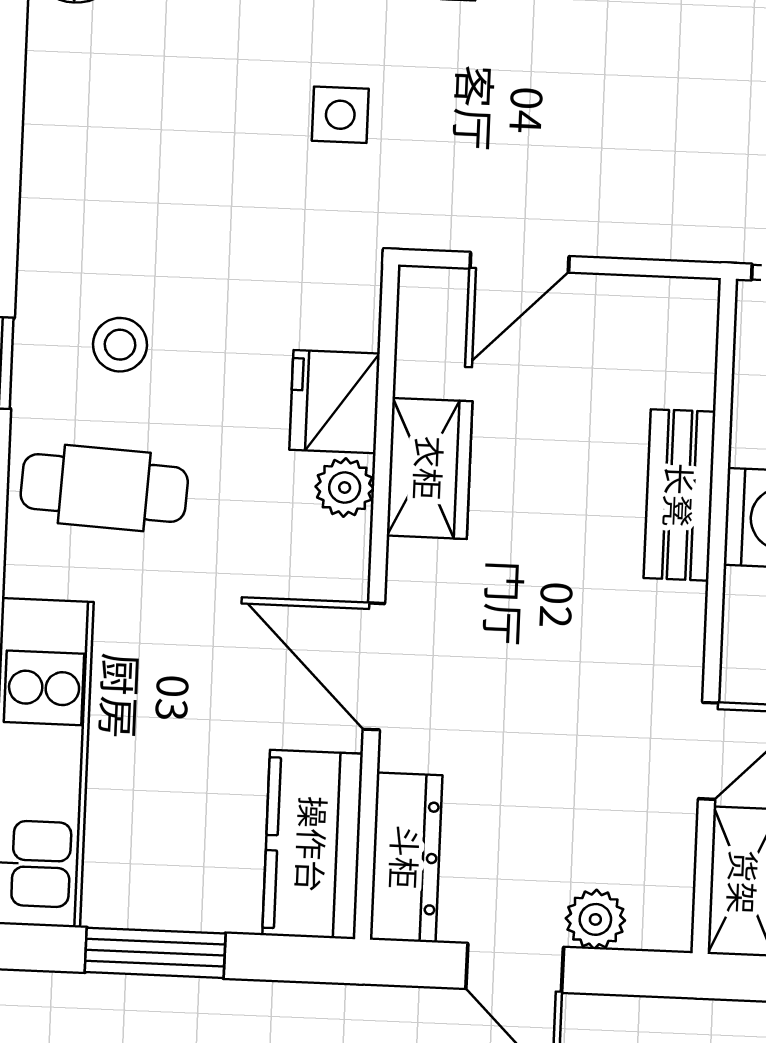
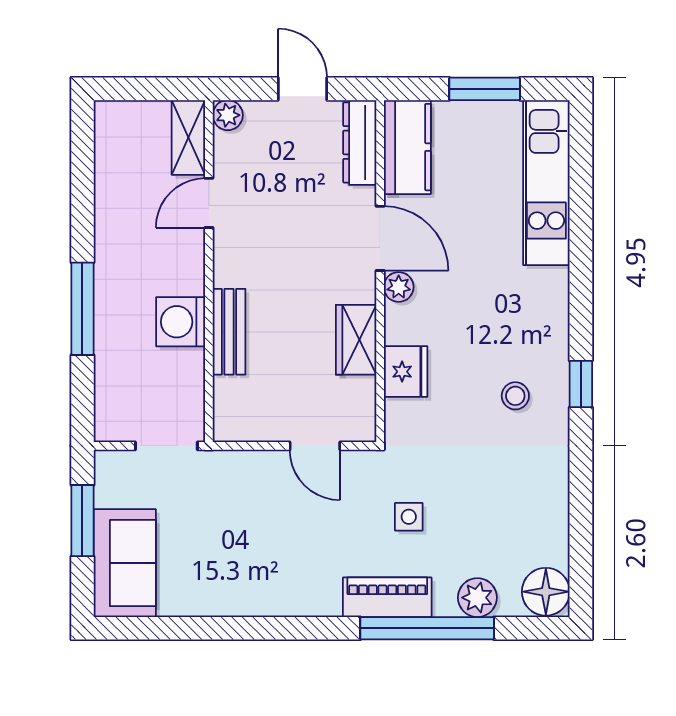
door: (520, 262) -> (315, 446), swing flipped
plant: (345, 487) -> (399, 287), moved
cafe table: (104, 488) -> (520, 323), removed
plant: (595, 919) -> (228, 115), moved

